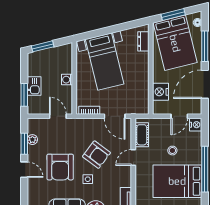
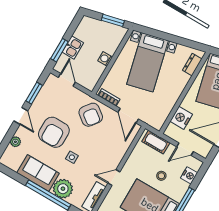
window: (43, 46) -> (113, 20), moved
door: (58, 116) -> (67, 80), moved
nightstand: (196, 125) -> (189, 175), moved
cot: (142, 135) -> (156, 142), moved, turned 90
plant: (32, 140) -> (15, 142), moved
armchair: (96, 155) -> (91, 115), moved
door: (133, 157) -> (114, 178), moved

